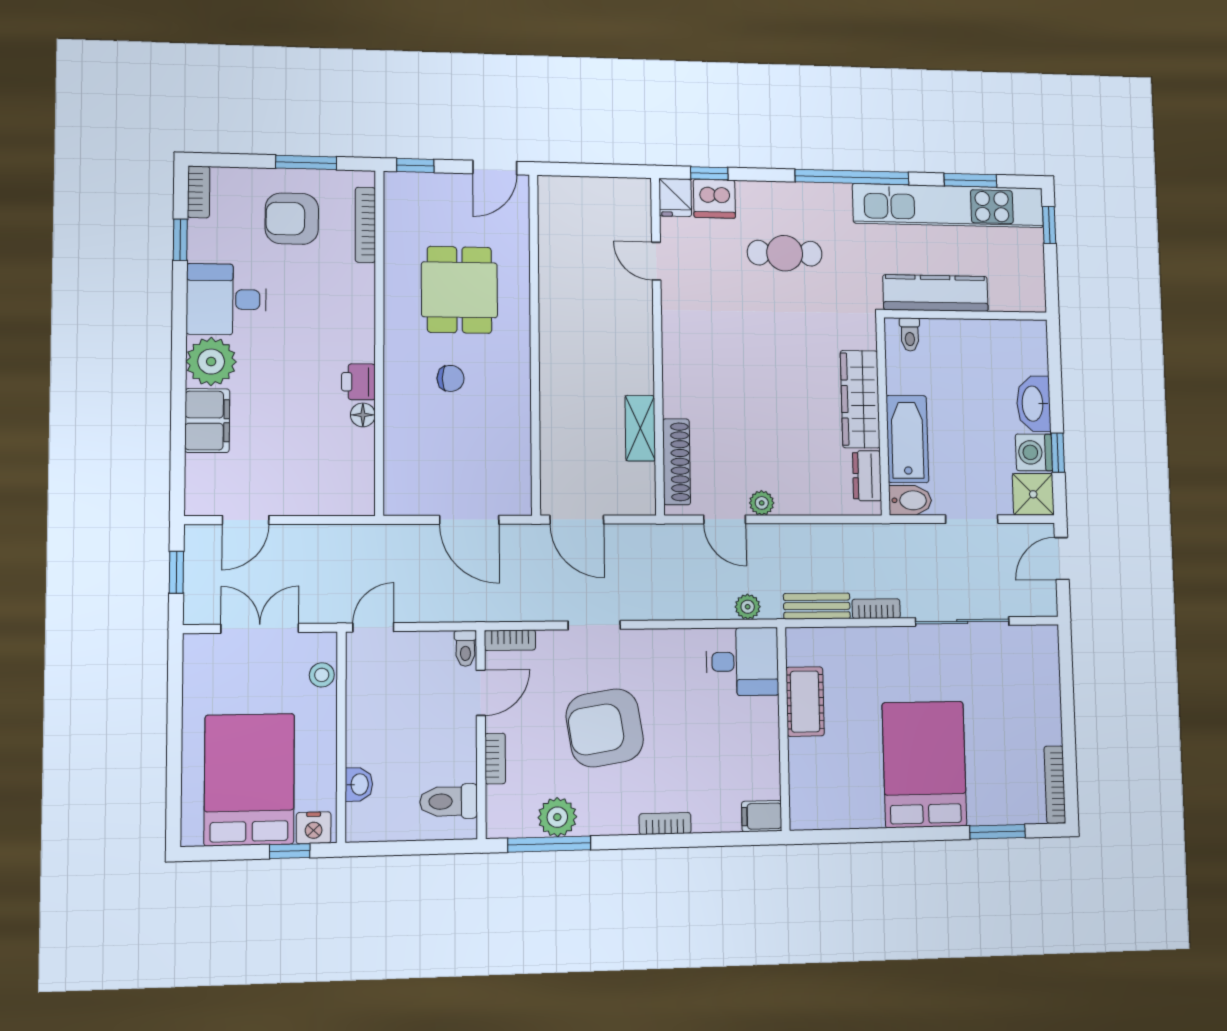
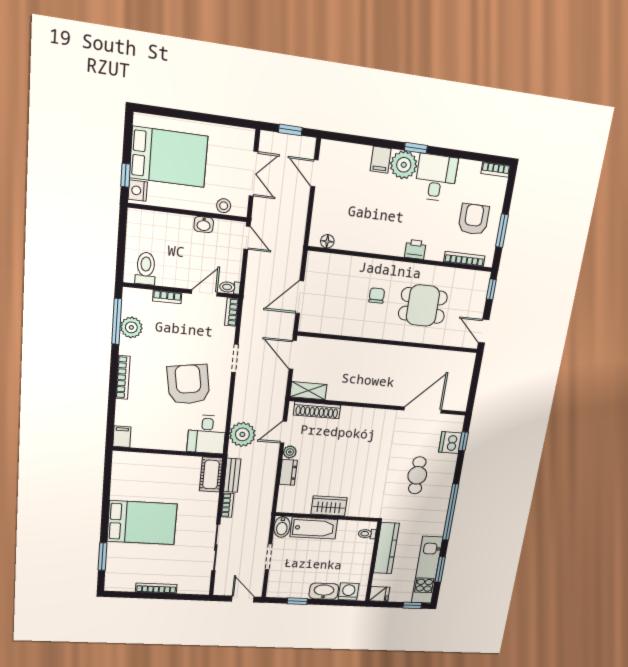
fridge: (675, 197) -> (379, 594), moved, turned 180
kitchen unit: (948, 206) -> (427, 570), width x0.73
window: (180, 240) -> (416, 148), moved
door: (656, 261) -> (423, 410), width x1.88
chair: (451, 378) -> (377, 296), turned 180
printer: (358, 382) -> (415, 249), moved
wardrobe: (860, 399) -> (329, 506), width x0.67
floor lamp: (363, 415) -> (327, 241), moved
filing cabinet: (207, 421) -> (381, 160), width x0.50
shelving: (640, 428) -> (308, 391), moved
washing machine: (1034, 452) -> (349, 592), moved
dresser: (867, 476) -> (288, 472), moved, turned 90
shower: (1033, 494) -> (278, 588), removed
door: (577, 520) -> (293, 355), hinge flipped
plant: (748, 607) -> (242, 434), width x1.88, depth x1.88
door: (481, 693) -> (204, 293), swing flipped
cot: (805, 702) -> (211, 475), moved, turned 90
armchair: (605, 728) -> (188, 384), moved
washbasin: (359, 784) -> (204, 225), moved
bookcase: (1055, 785) -> (156, 588), moved
bookcase: (665, 824) -> (123, 377), width x1.56

